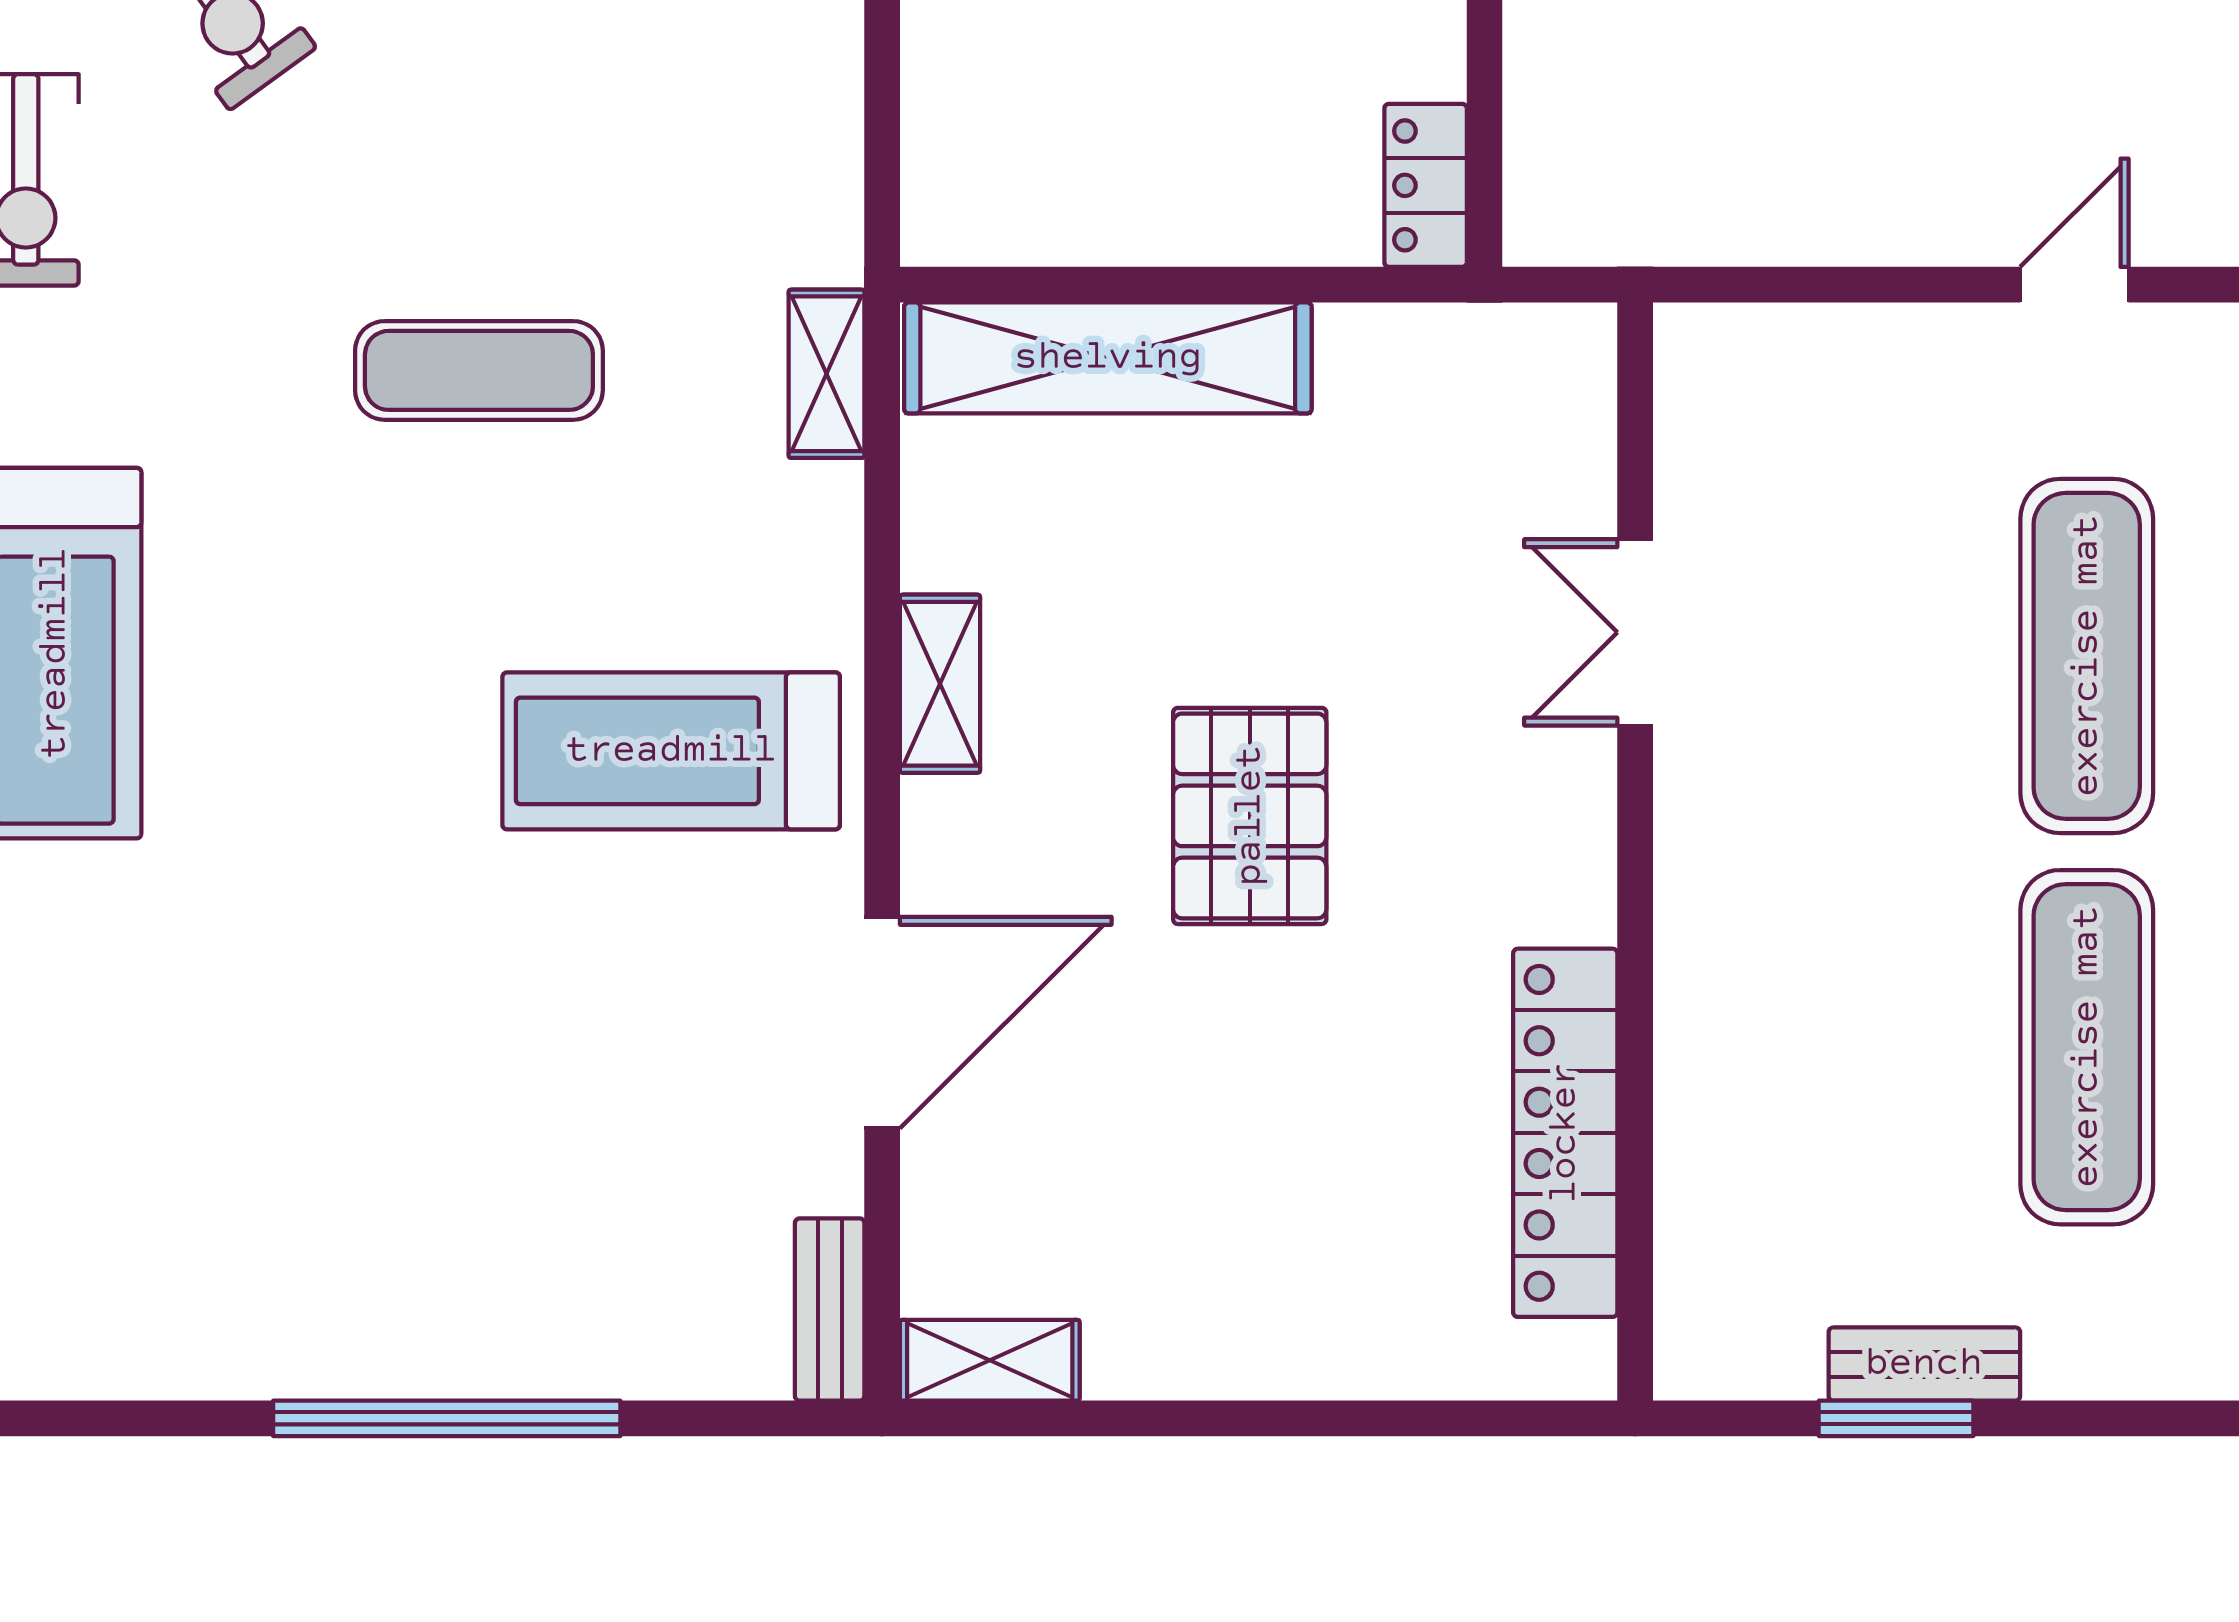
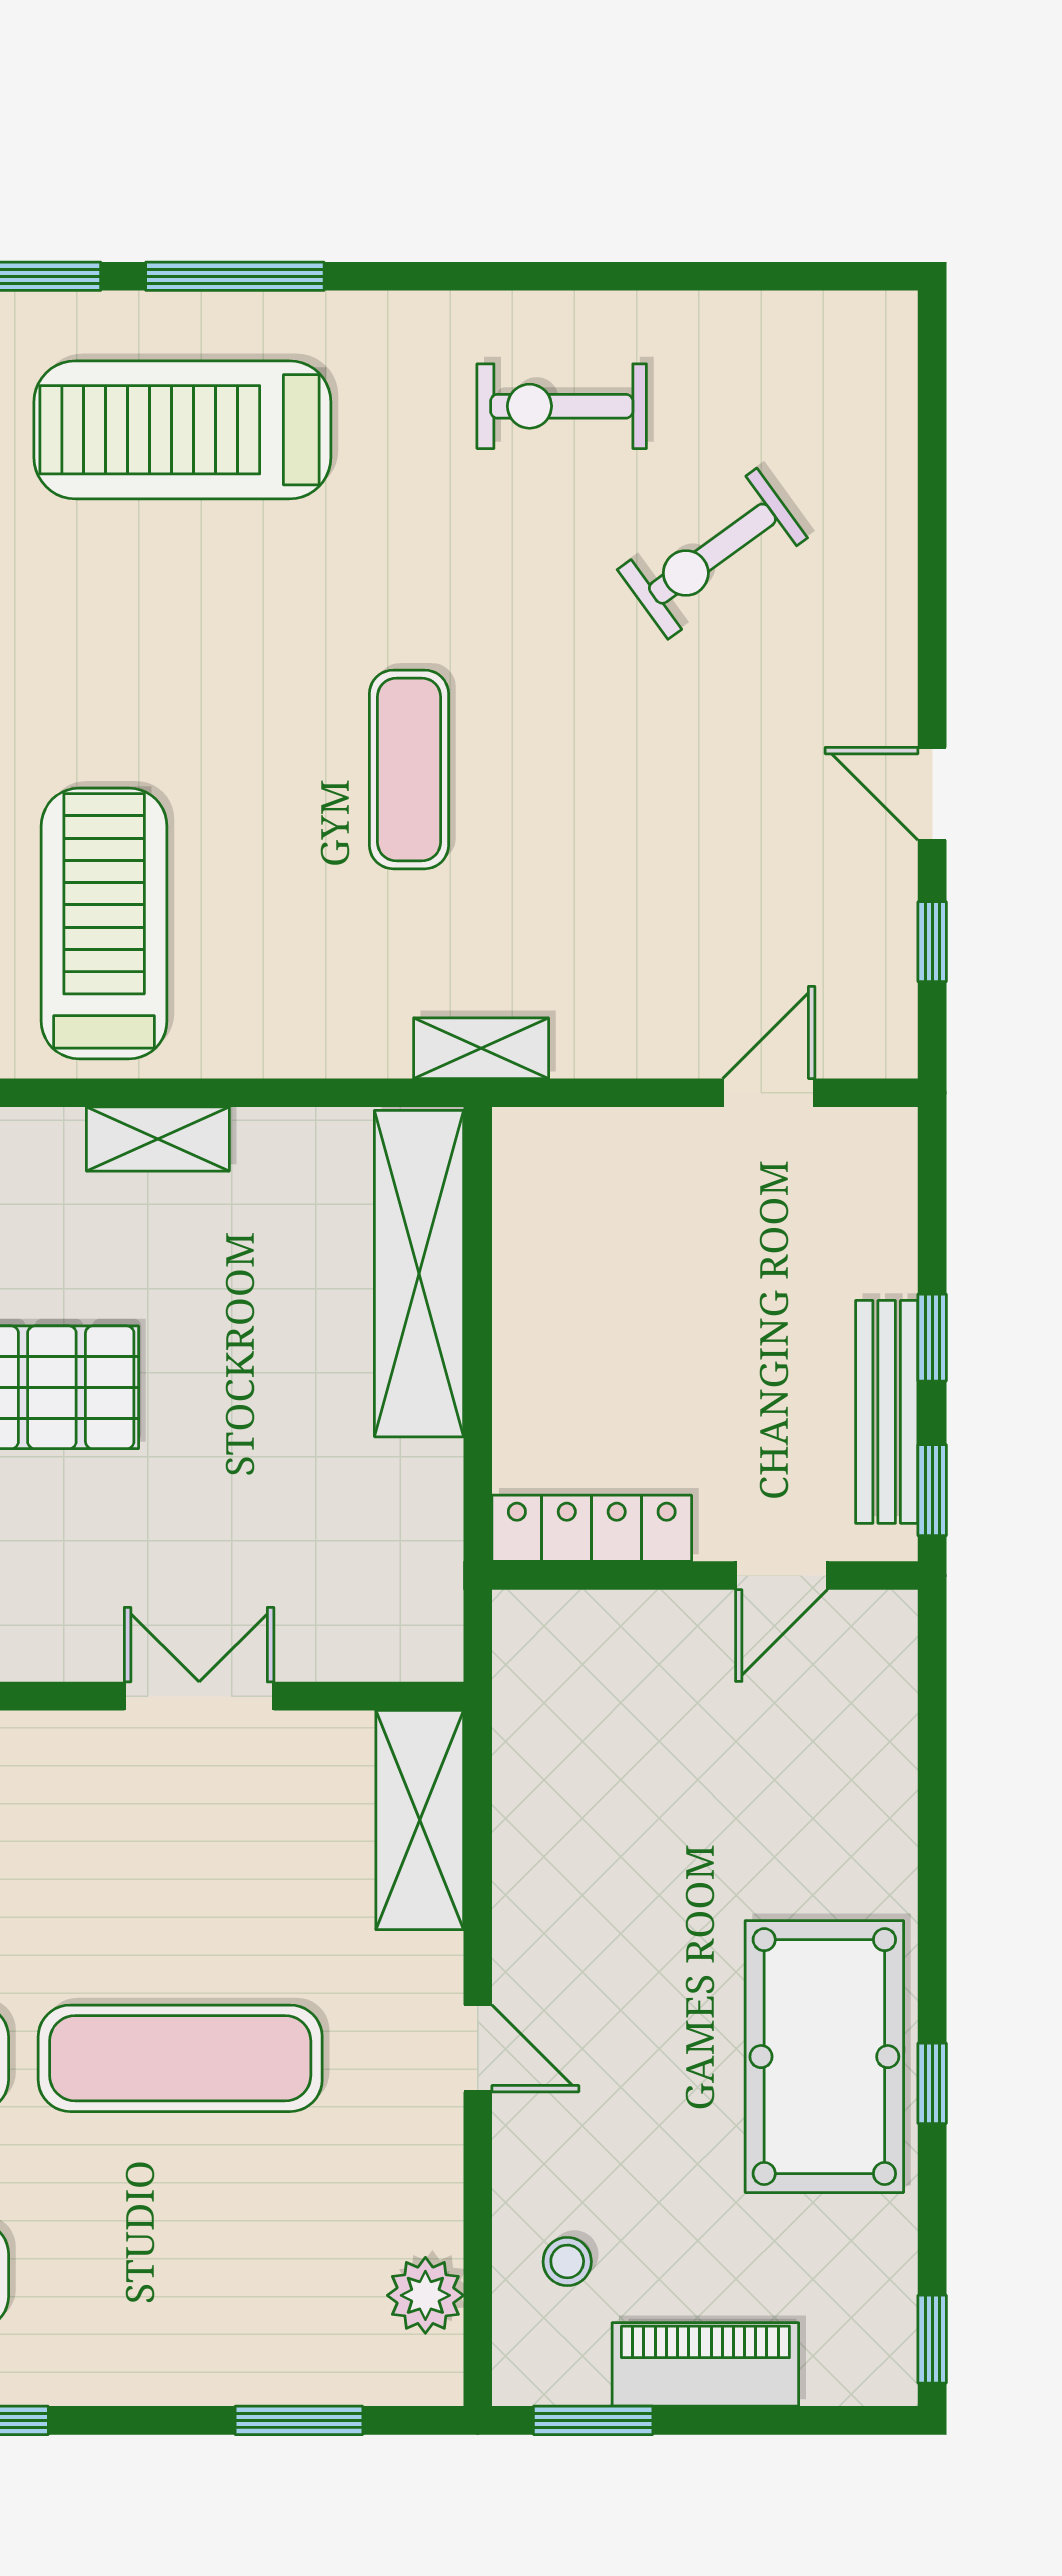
locker: (1426, 185) -> (592, 1528), width x1.53
shelving: (1790, 357) -> (420, 1820), added
shelving: (827, 374) -> (481, 1048), moved

